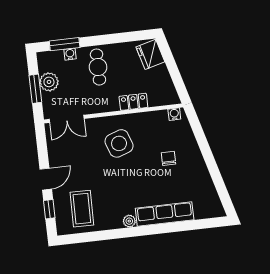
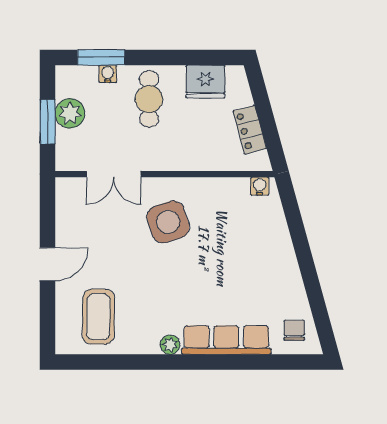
fridge: (150, 54) -> (206, 82), moved, turned -75
locker: (133, 102) -> (250, 130), moved, turned -105
double door: (67, 119) -> (114, 174), moved
chair: (168, 158) -> (294, 330), moved
window: (49, 209) -> (48, 312), removed

